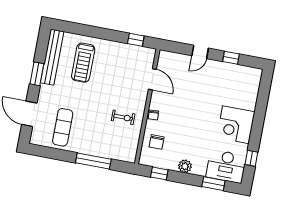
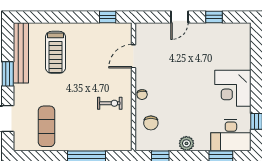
door: (152, 79) -> (134, 56), swing flipped

